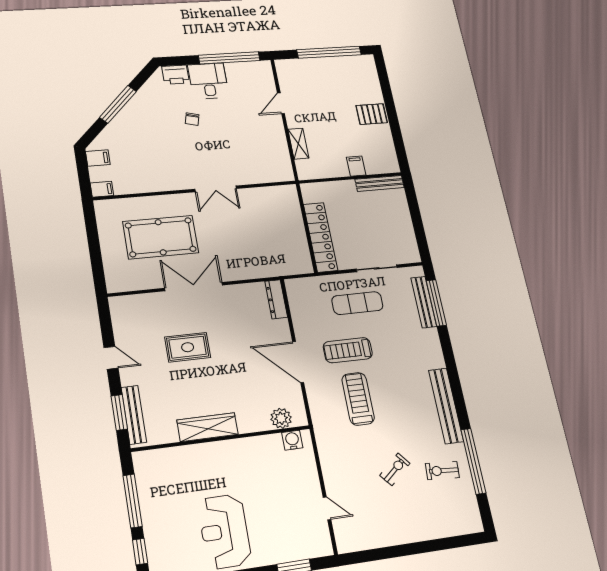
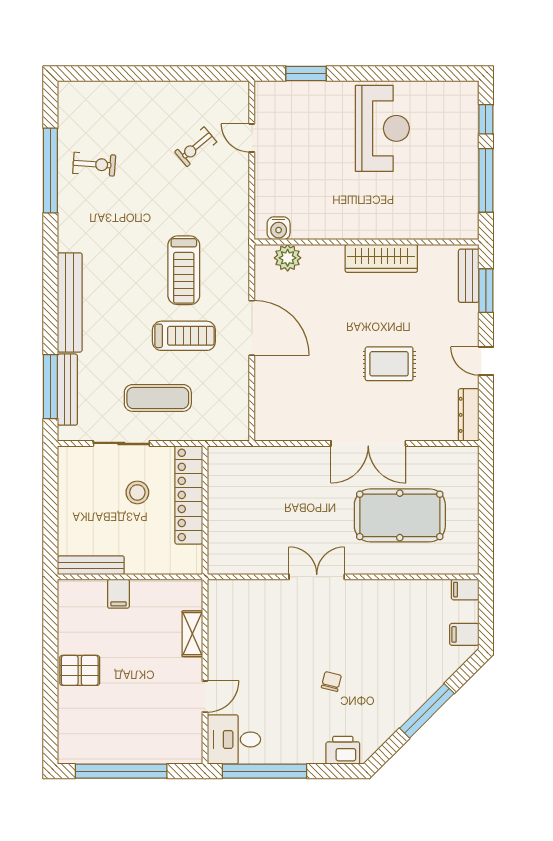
desk: (208, 81) -> (234, 739), moved, turned 90
stool: (358, 235) -> (137, 492), added
dresser: (276, 299) -> (469, 415), moved, turned 180
bench: (446, 406) -> (70, 302), moved
bench: (134, 415) -> (469, 276), width x0.73
exercise bike: (395, 469) -> (196, 147), moved

